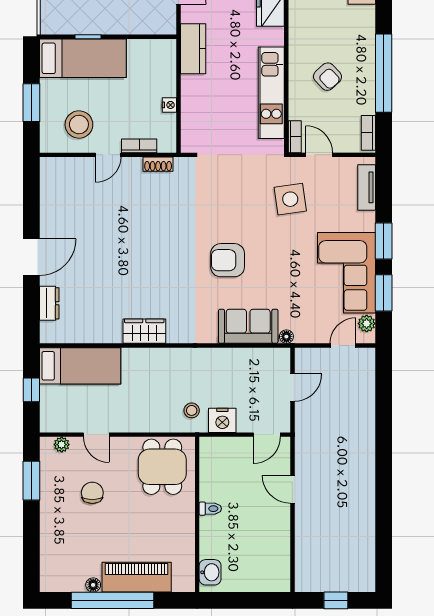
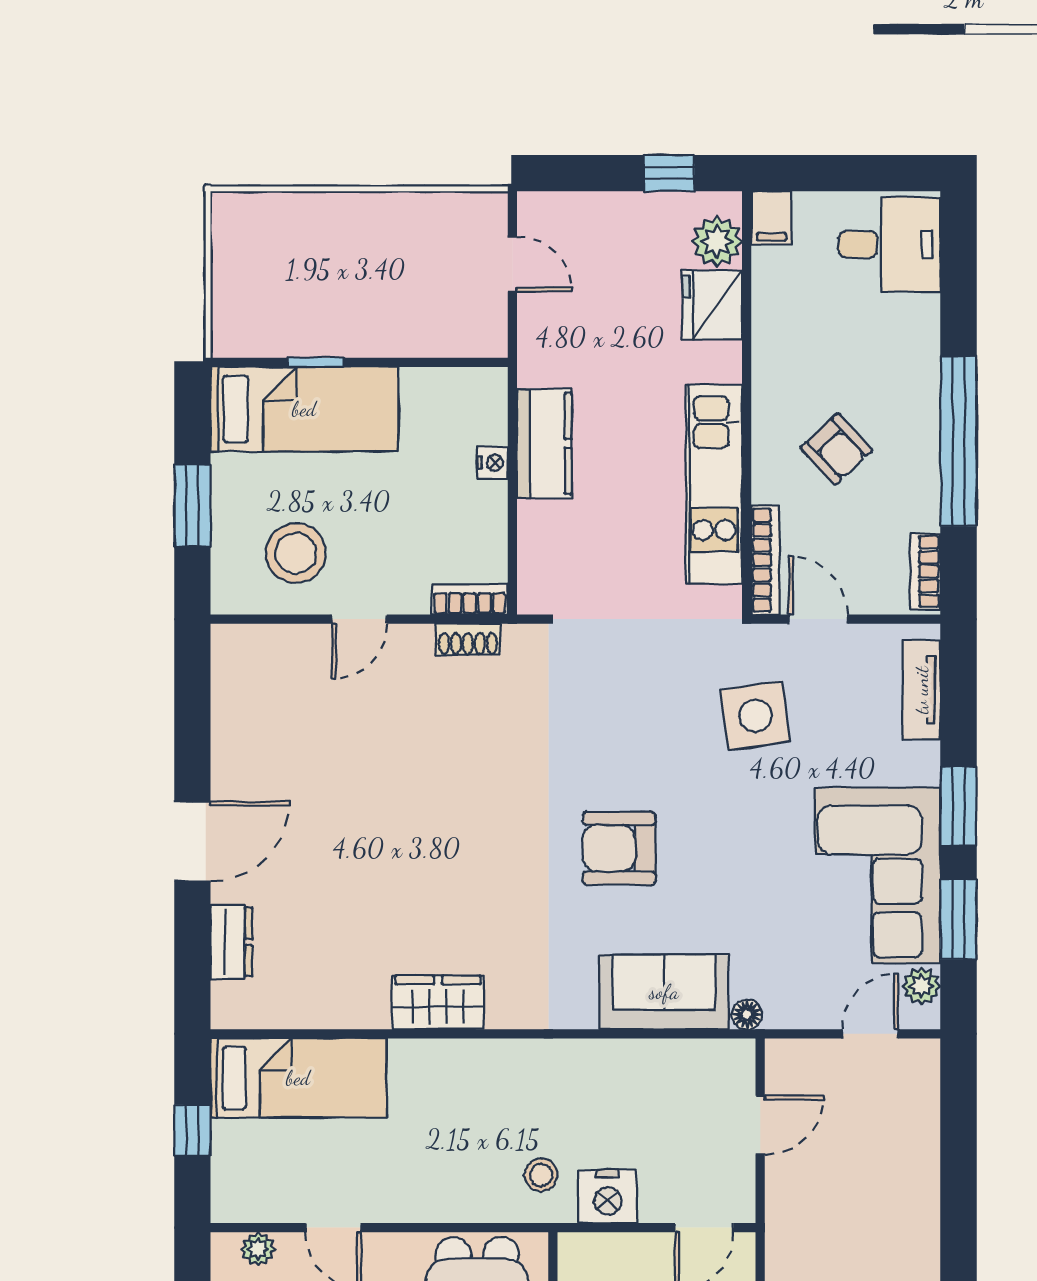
kitchen counter: (193, 49) -> (544, 444), moved
nightstand: (169, 105) -> (493, 463), moved
bookcase: (295, 137) -> (765, 560), width x1.56
bookcase: (139, 146) -> (470, 599), moved

